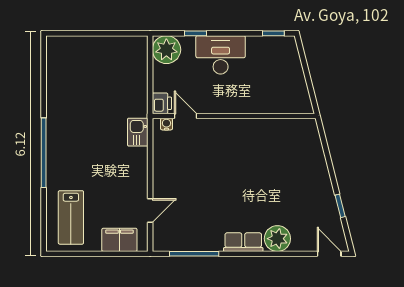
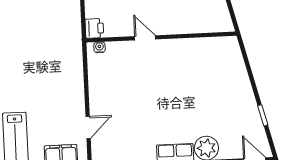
door: (186, 116) -> (145, 38), moved
kitchen sink: (138, 132) -> (73, 56), removed

